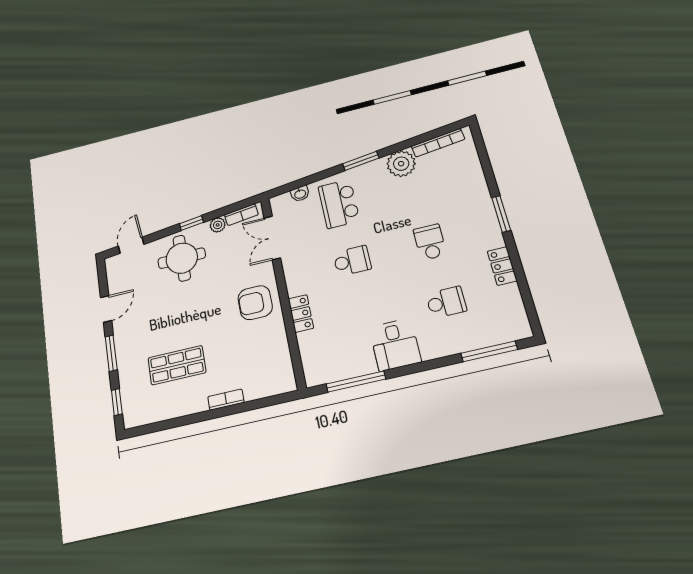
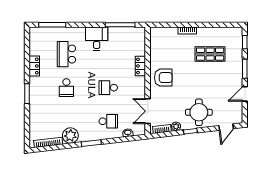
school desk: (339, 204) -> (108, 121), width x0.54
double door: (272, 238) -> (148, 111), swing flipped
school desk: (446, 302) -> (66, 54), width x1.85

